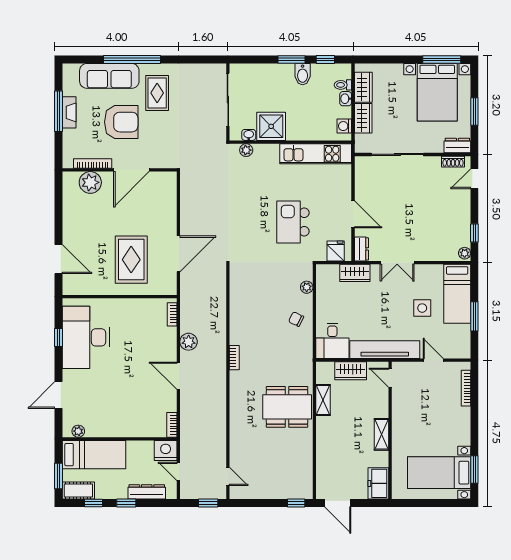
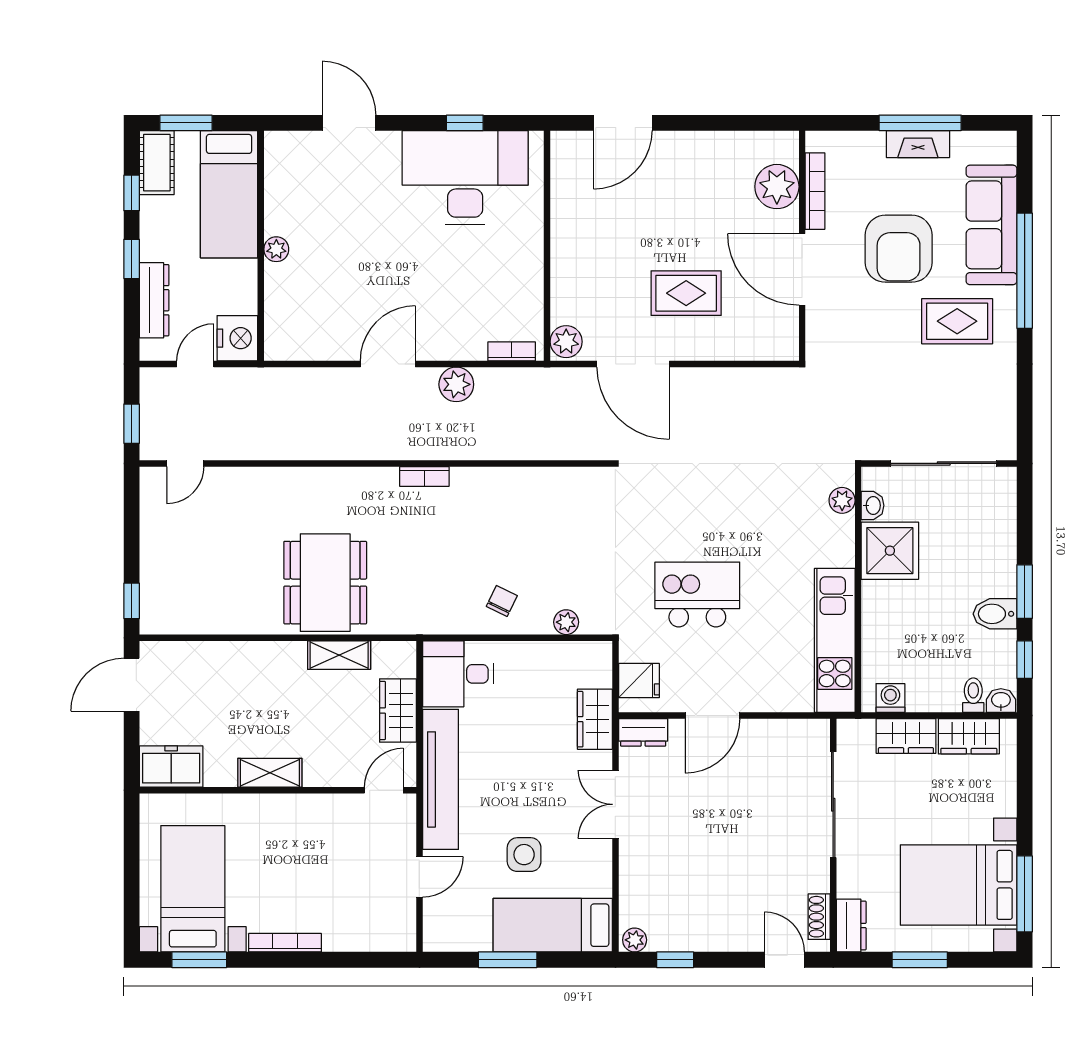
washbasin: (346, 99) -> (1001, 701), moved
rug: (131, 260) -> (686, 293), moved, width x0.73, depth x0.70
plant: (167, 287) -> (566, 342), added
bookcase: (466, 388) -> (285, 943), moved
bookcase: (172, 425) -> (289, 351), removed
plant: (78, 431) -> (276, 249), moved

